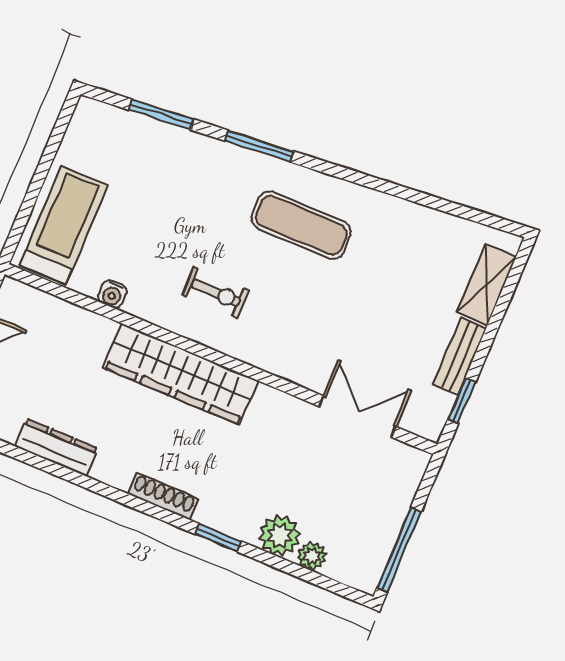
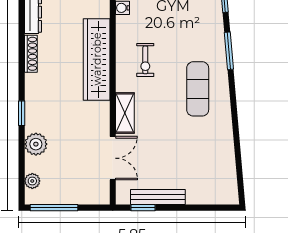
shelving: (487, 285) -> (125, 113), moved, turned 90
bench: (460, 356) -> (158, 197), width x1.36
shoe rack: (163, 496) -> (31, 54), moved
plant: (312, 556) -> (32, 181), moved

